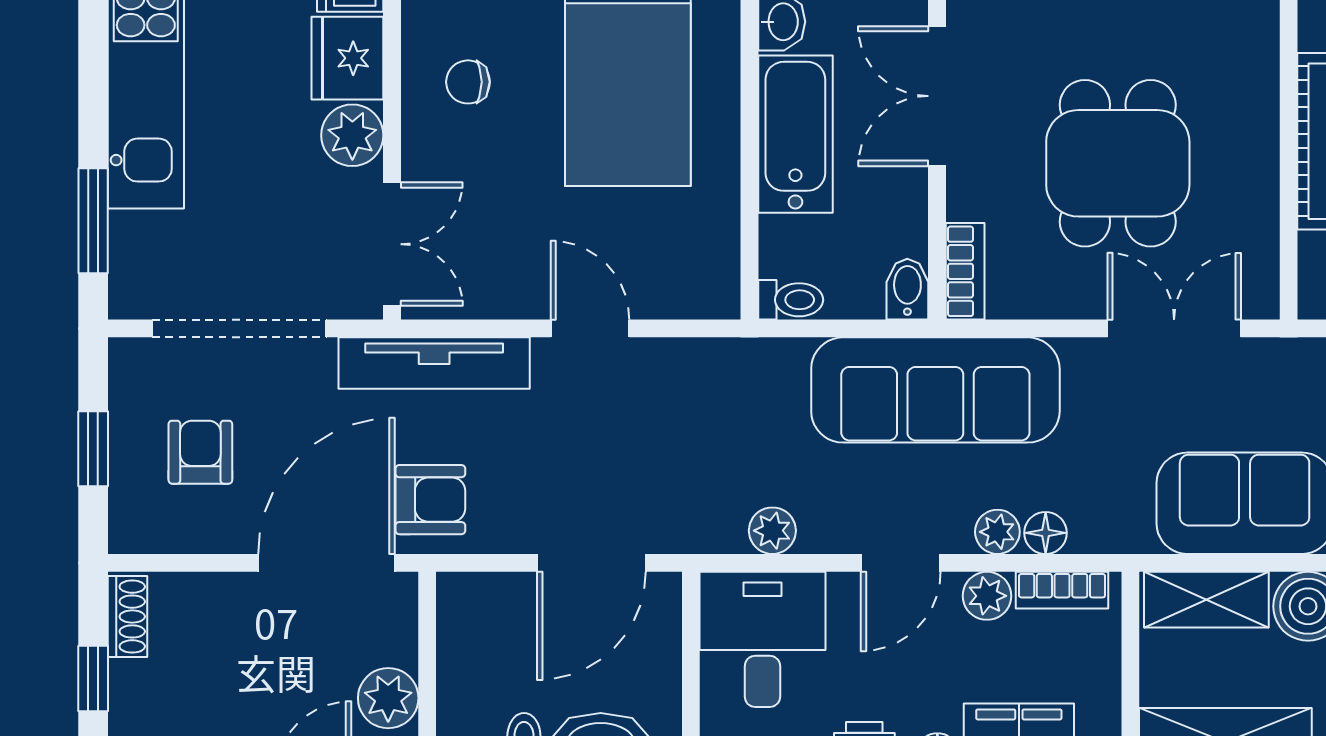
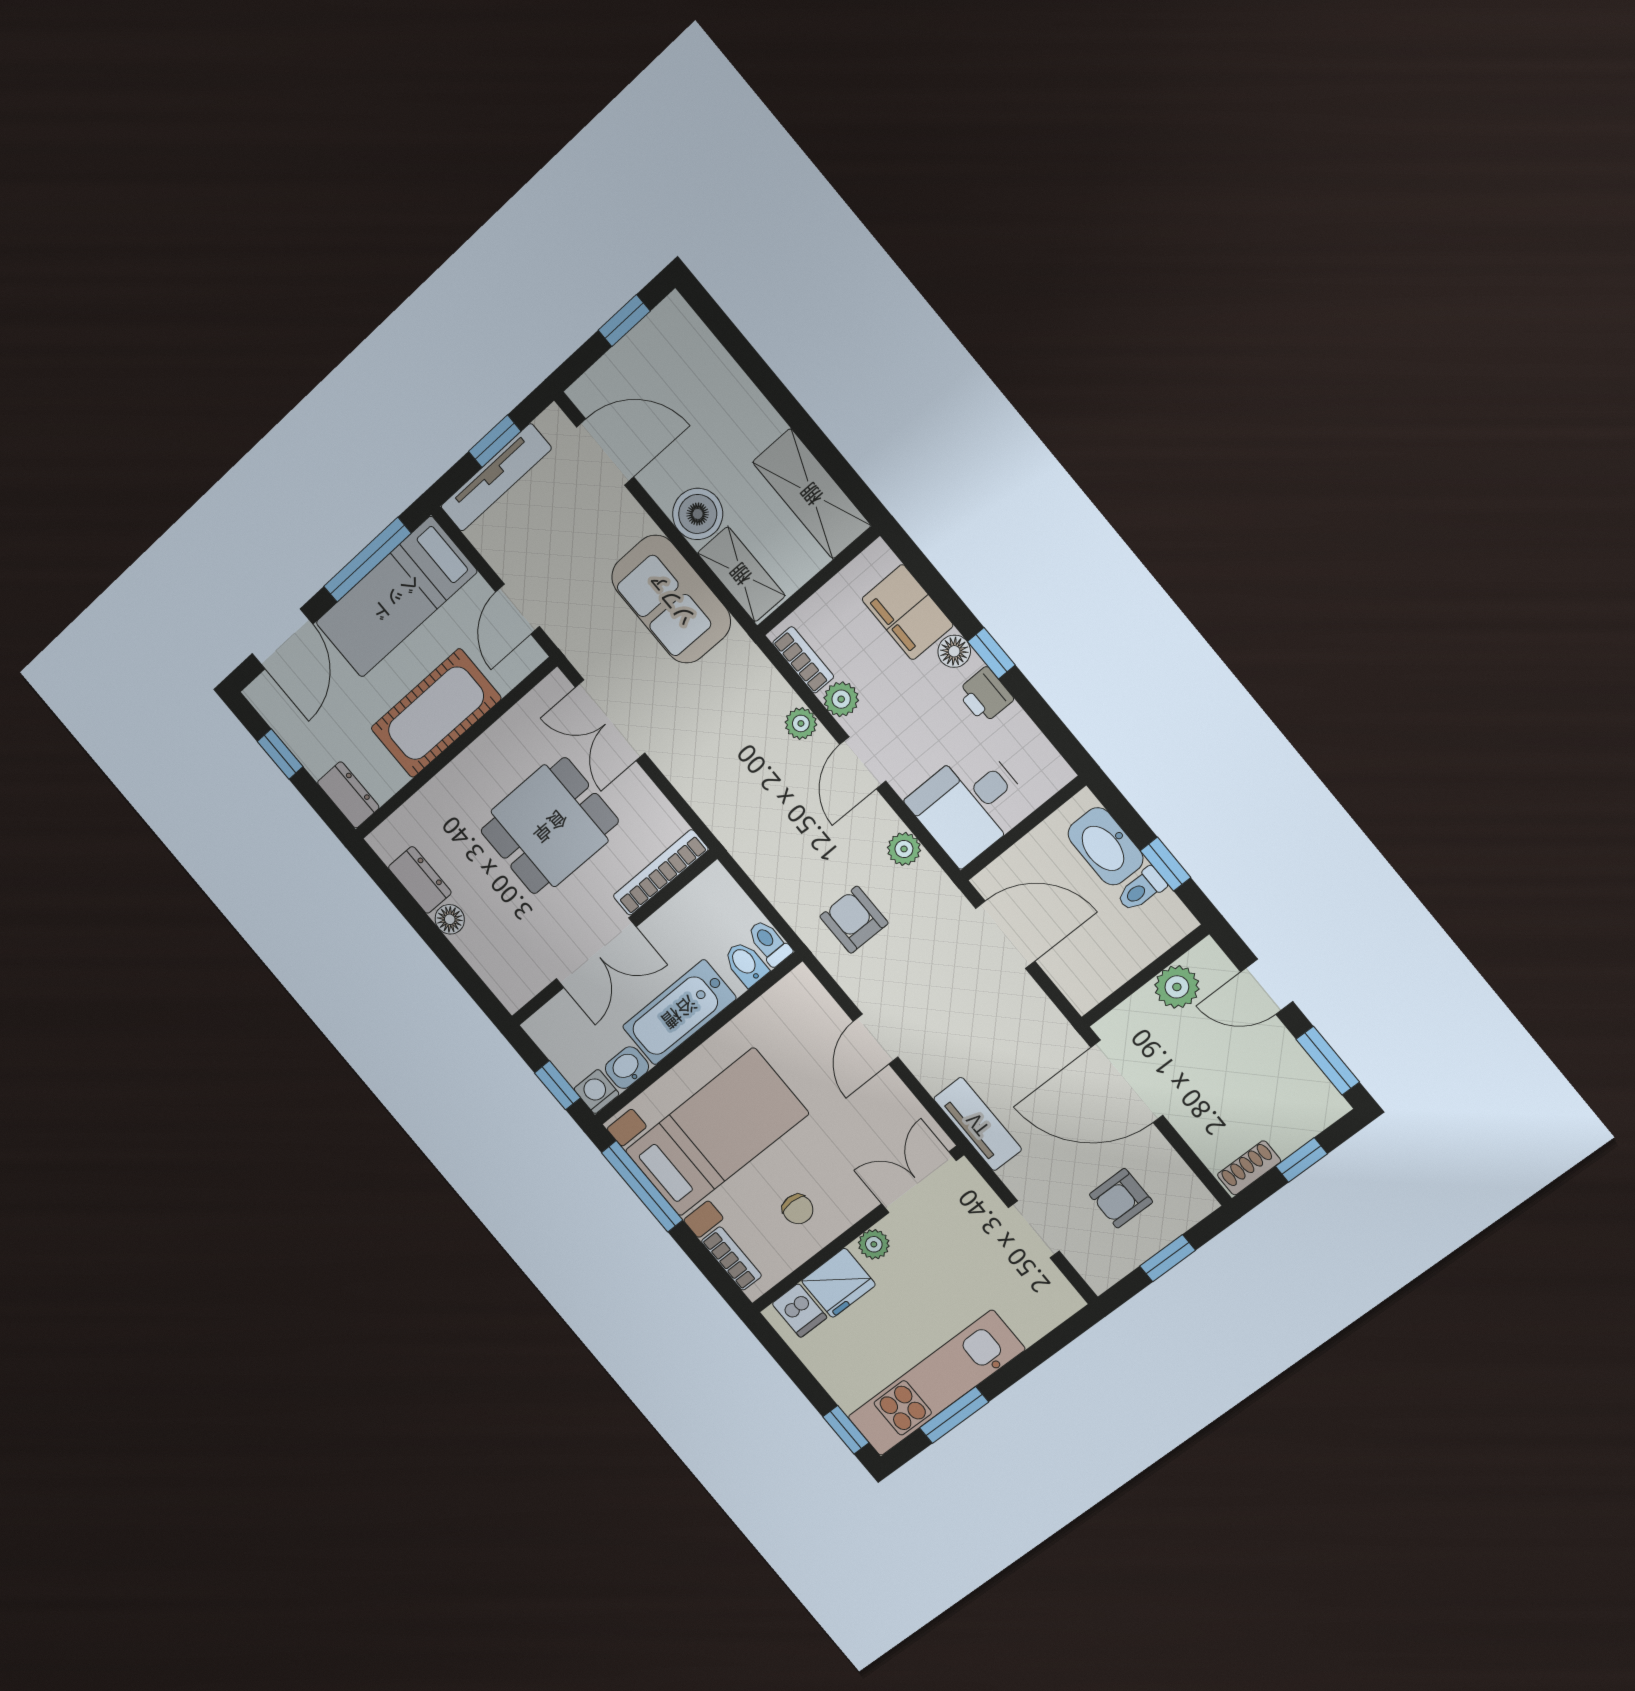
plant: (352, 135) -> (874, 1244), width x0.73, depth x0.73
window: (93, 221) -> (954, 1415), moved
bookcase: (965, 271) -> (661, 873), width x1.56
bidet: (907, 289) -> (746, 964), moved, turned 90
doorway: (239, 328) -> (1034, 1229), width x0.53
tv unit: (434, 363) -> (978, 1124), width x0.71
sofa: (935, 390) -> (752, 823), removed
armchair: (430, 500) -> (854, 920), moved
floor lamp: (1046, 533) -> (779, 696), removed
door: (901, 563) -> (863, 763), swing flipped

